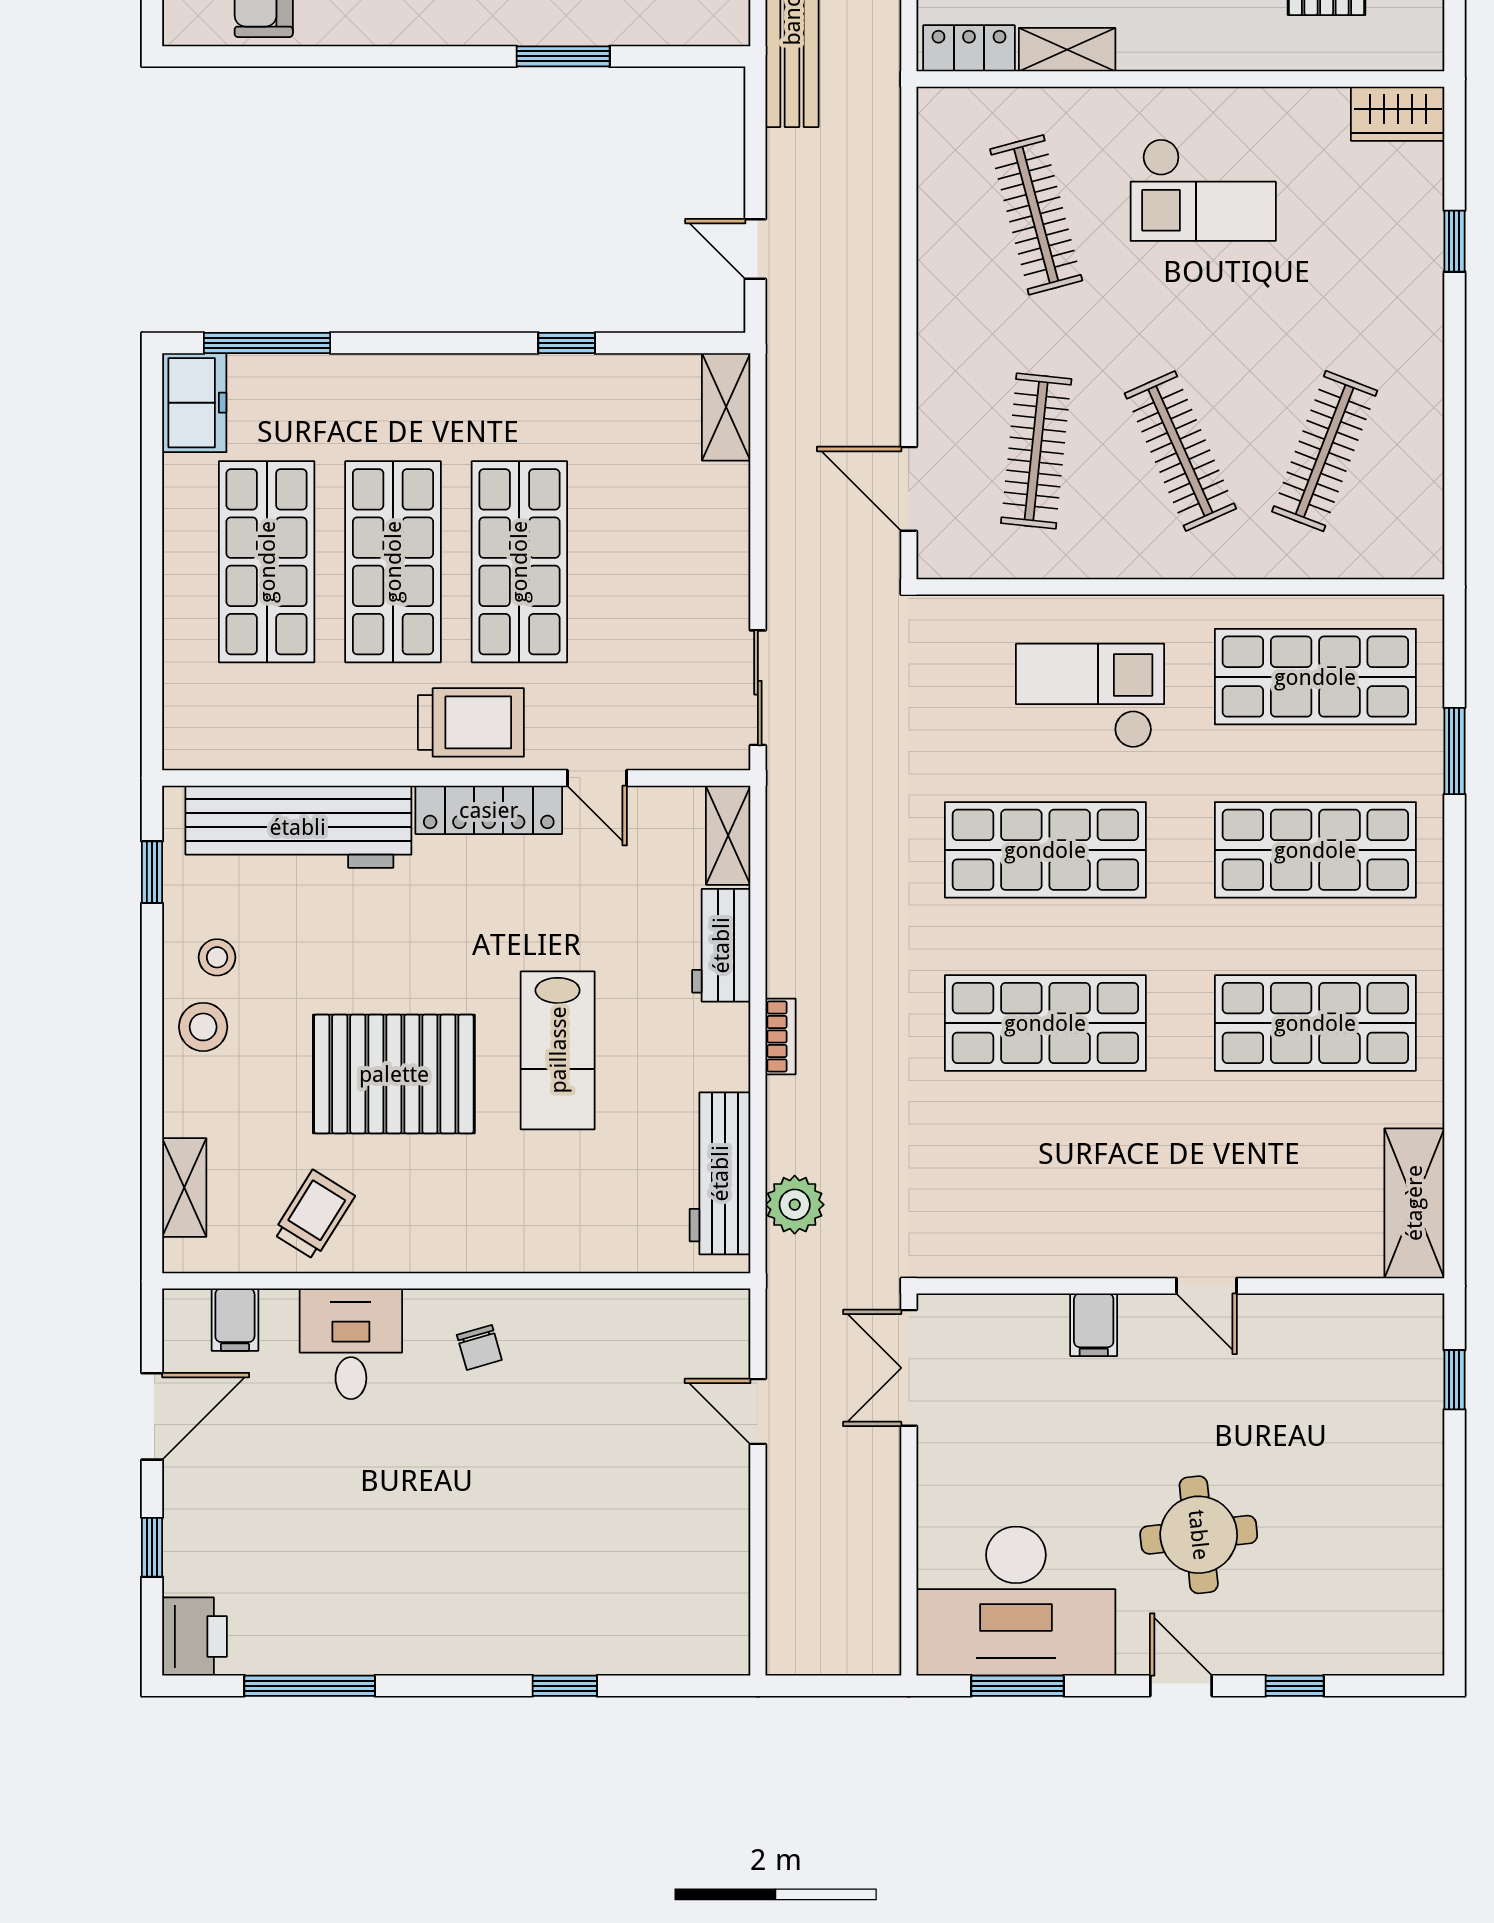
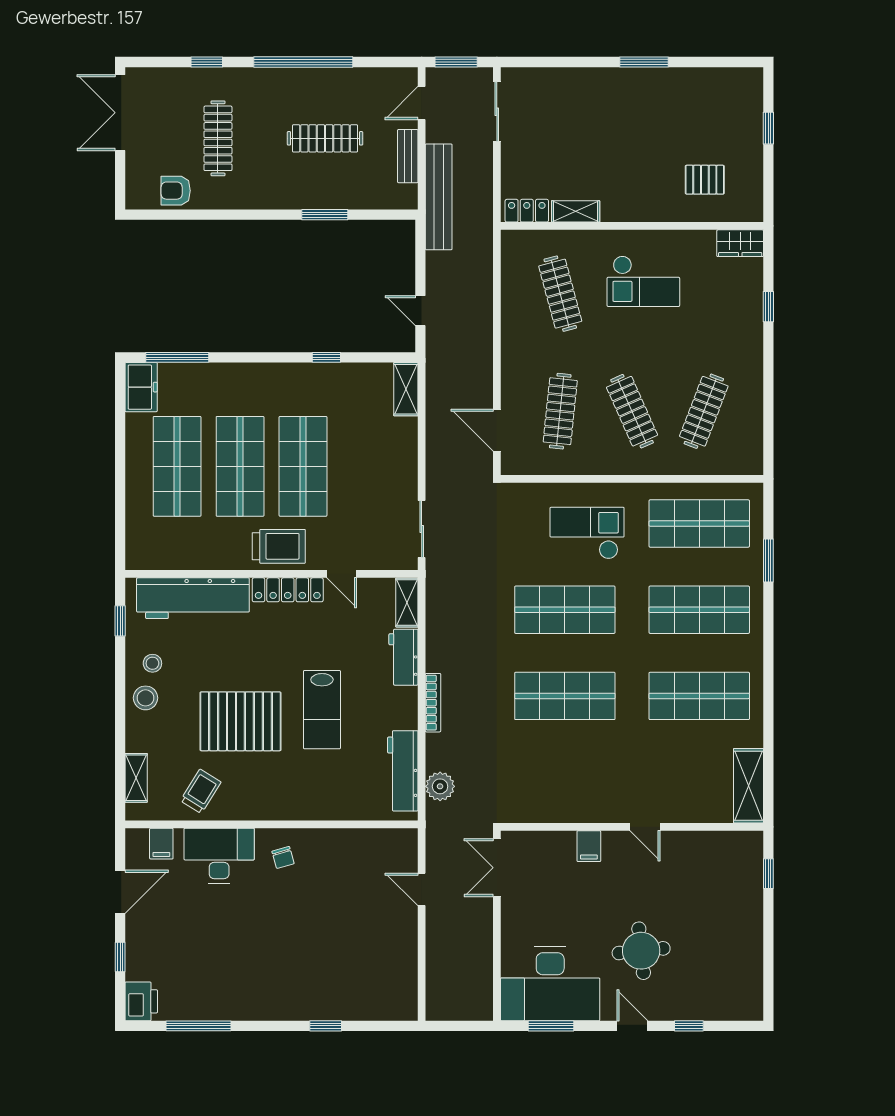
bookcase: (781, 1036) -> (433, 703), width x1.56
desk: (351, 1344) -> (219, 856), width x1.37

